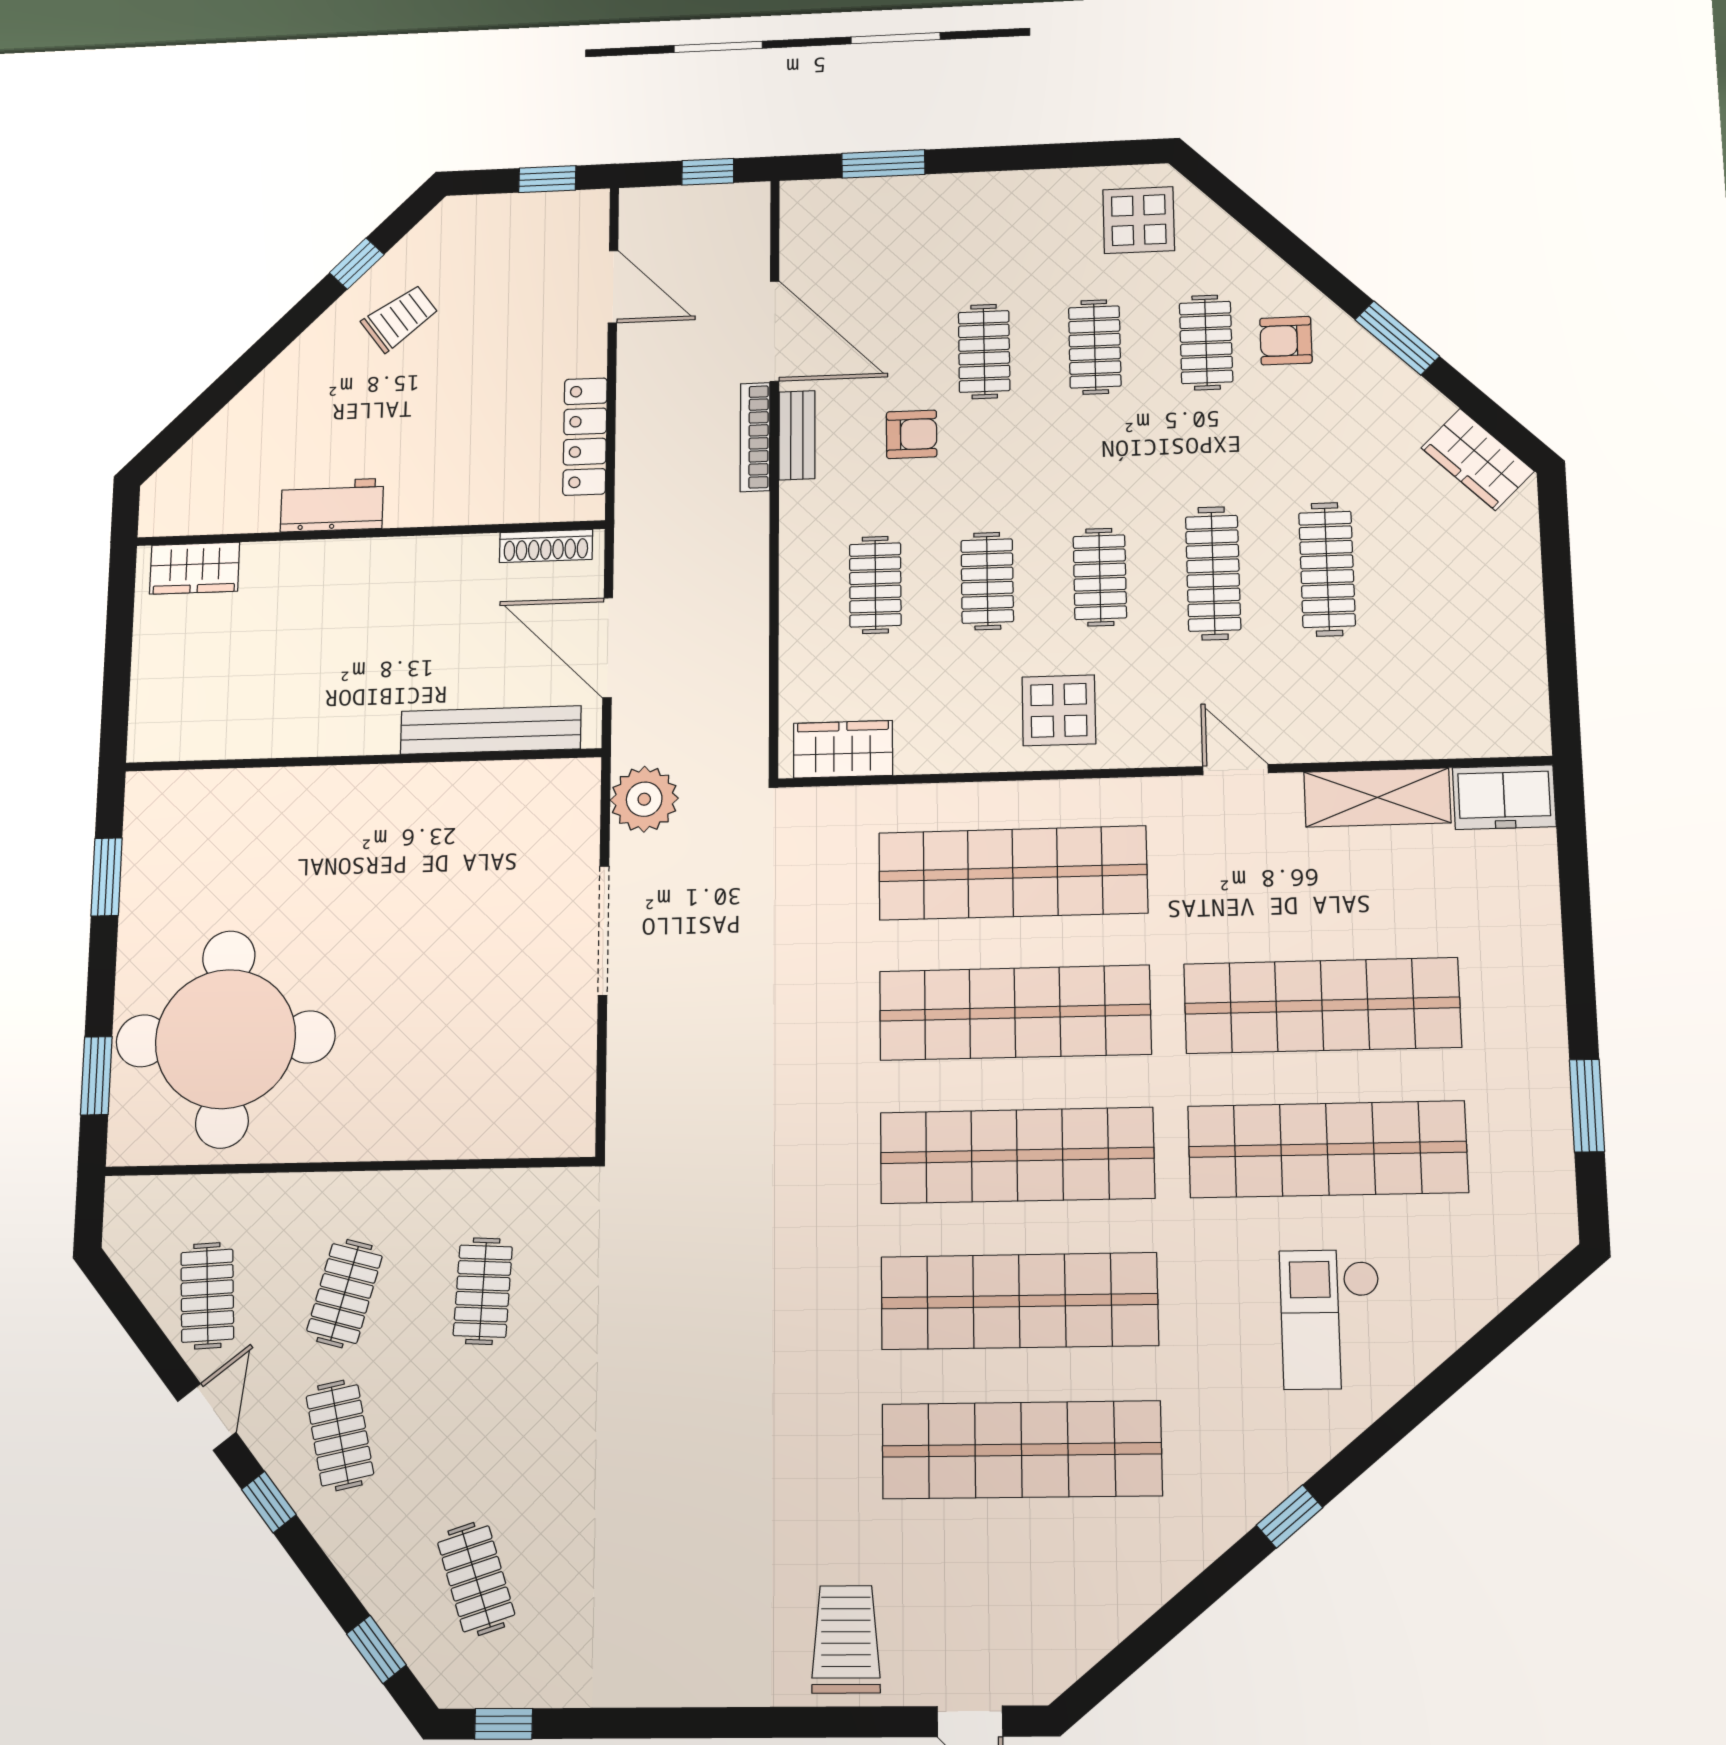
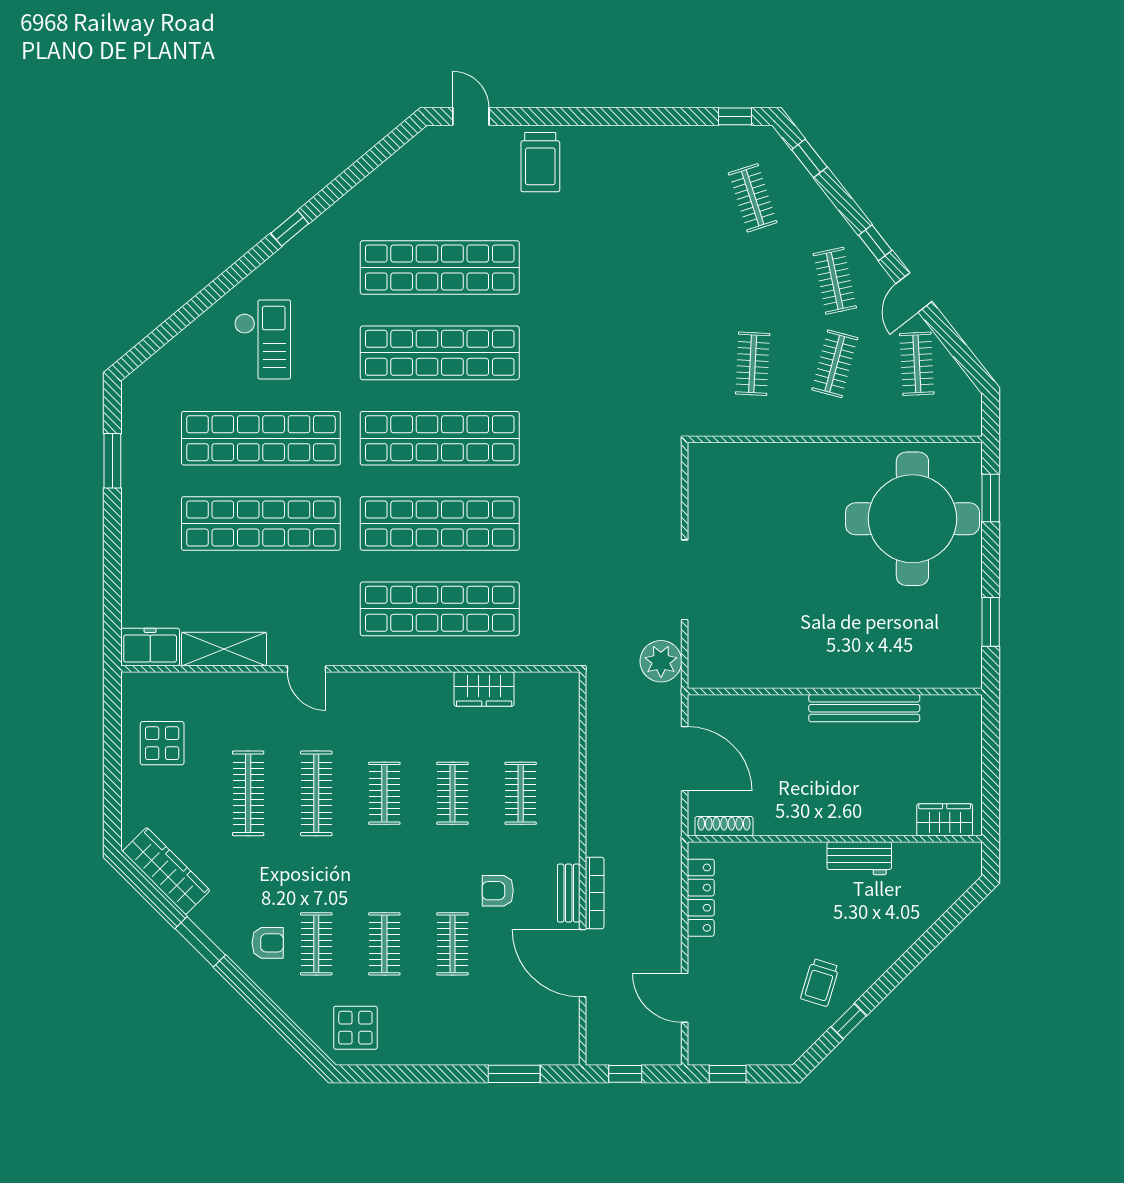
trolley: (400, 318) -> (820, 983), turned -37
wardrobe: (1478, 459) -> (166, 871), width x1.50
display table: (1059, 710) -> (162, 743), moved
bench: (491, 730) -> (864, 708), moved
wardrobe: (843, 749) -> (484, 689), moved

